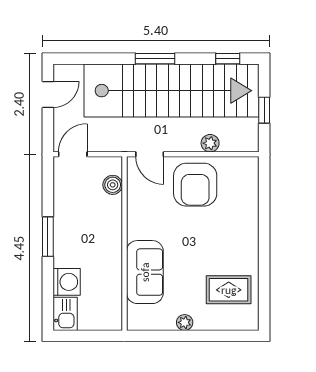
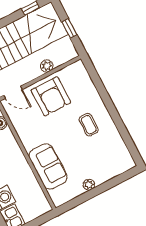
coffee table: (224, 246) -> (89, 125), added
rug: (229, 290) -> (105, 150), removed

